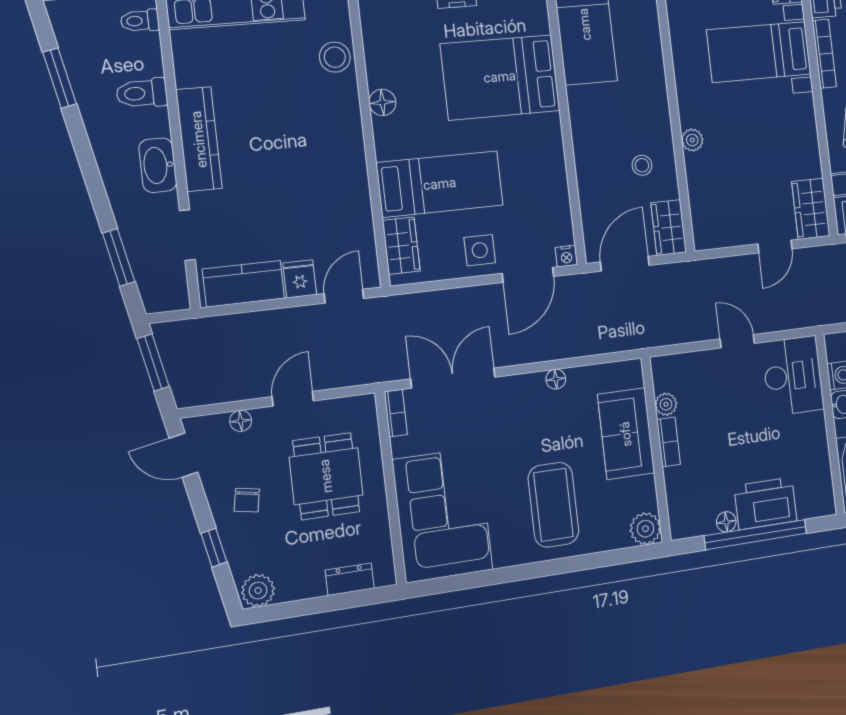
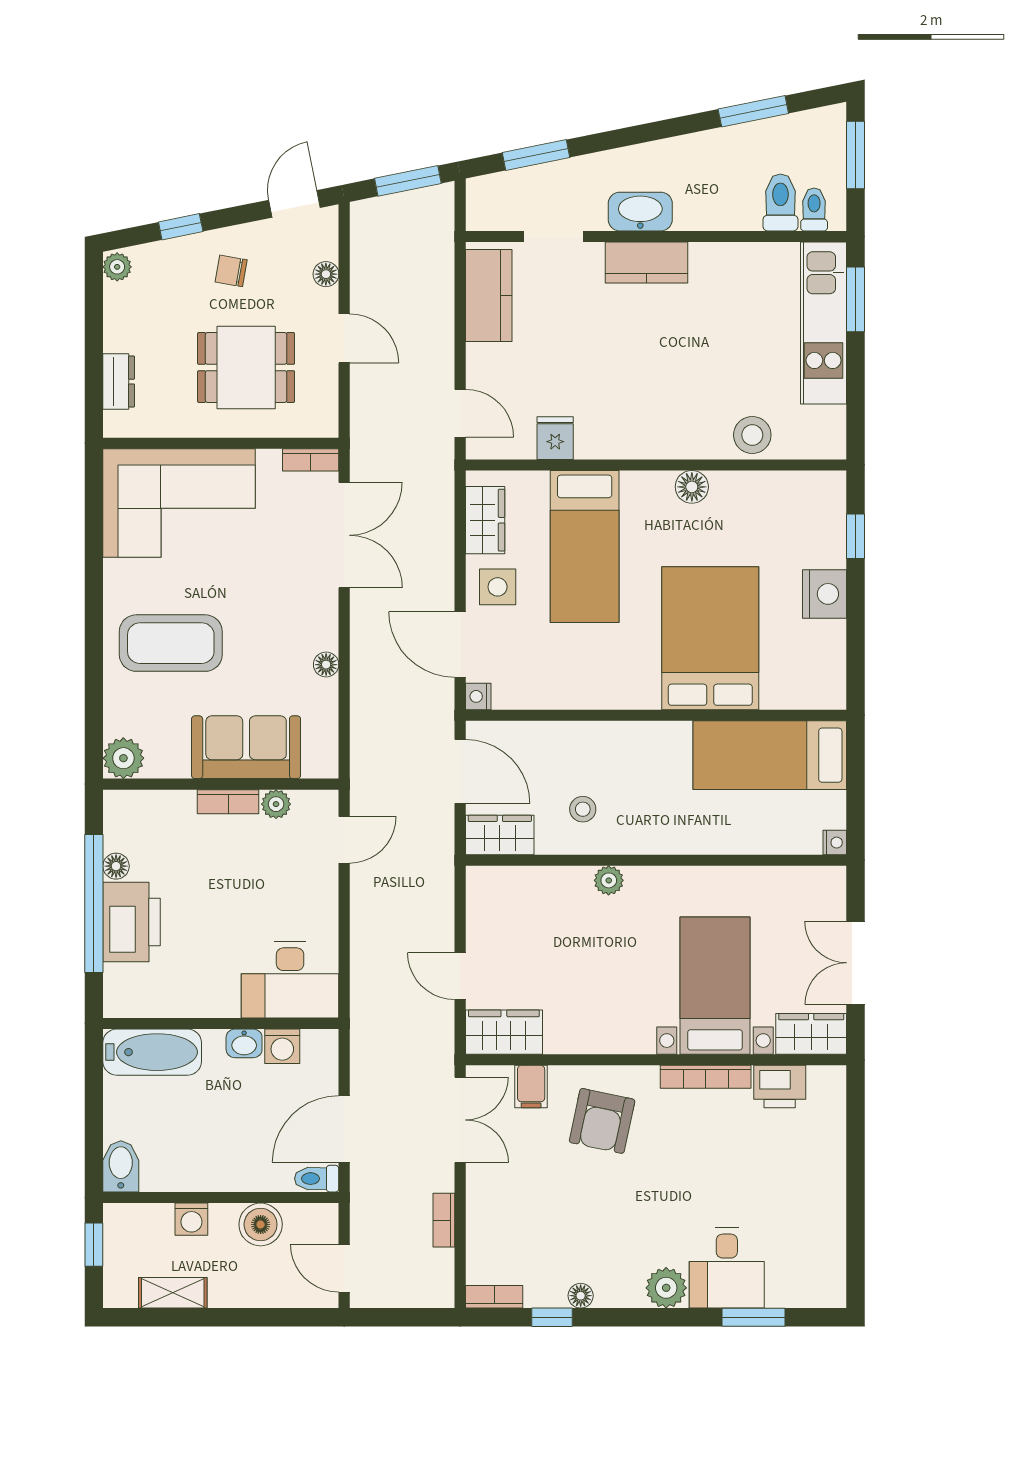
toilet: (142, 93) -> (780, 202), moved
kitchen counter: (199, 139) -> (647, 262), width x0.67
wardrobe: (401, 246) -> (485, 520), moved, turned -90
fridge: (300, 279) -> (555, 438), moved, turned -90
door: (737, 341) -> (344, 840), moved
plant: (258, 590) -> (117, 267), width x0.73, depth x0.73

